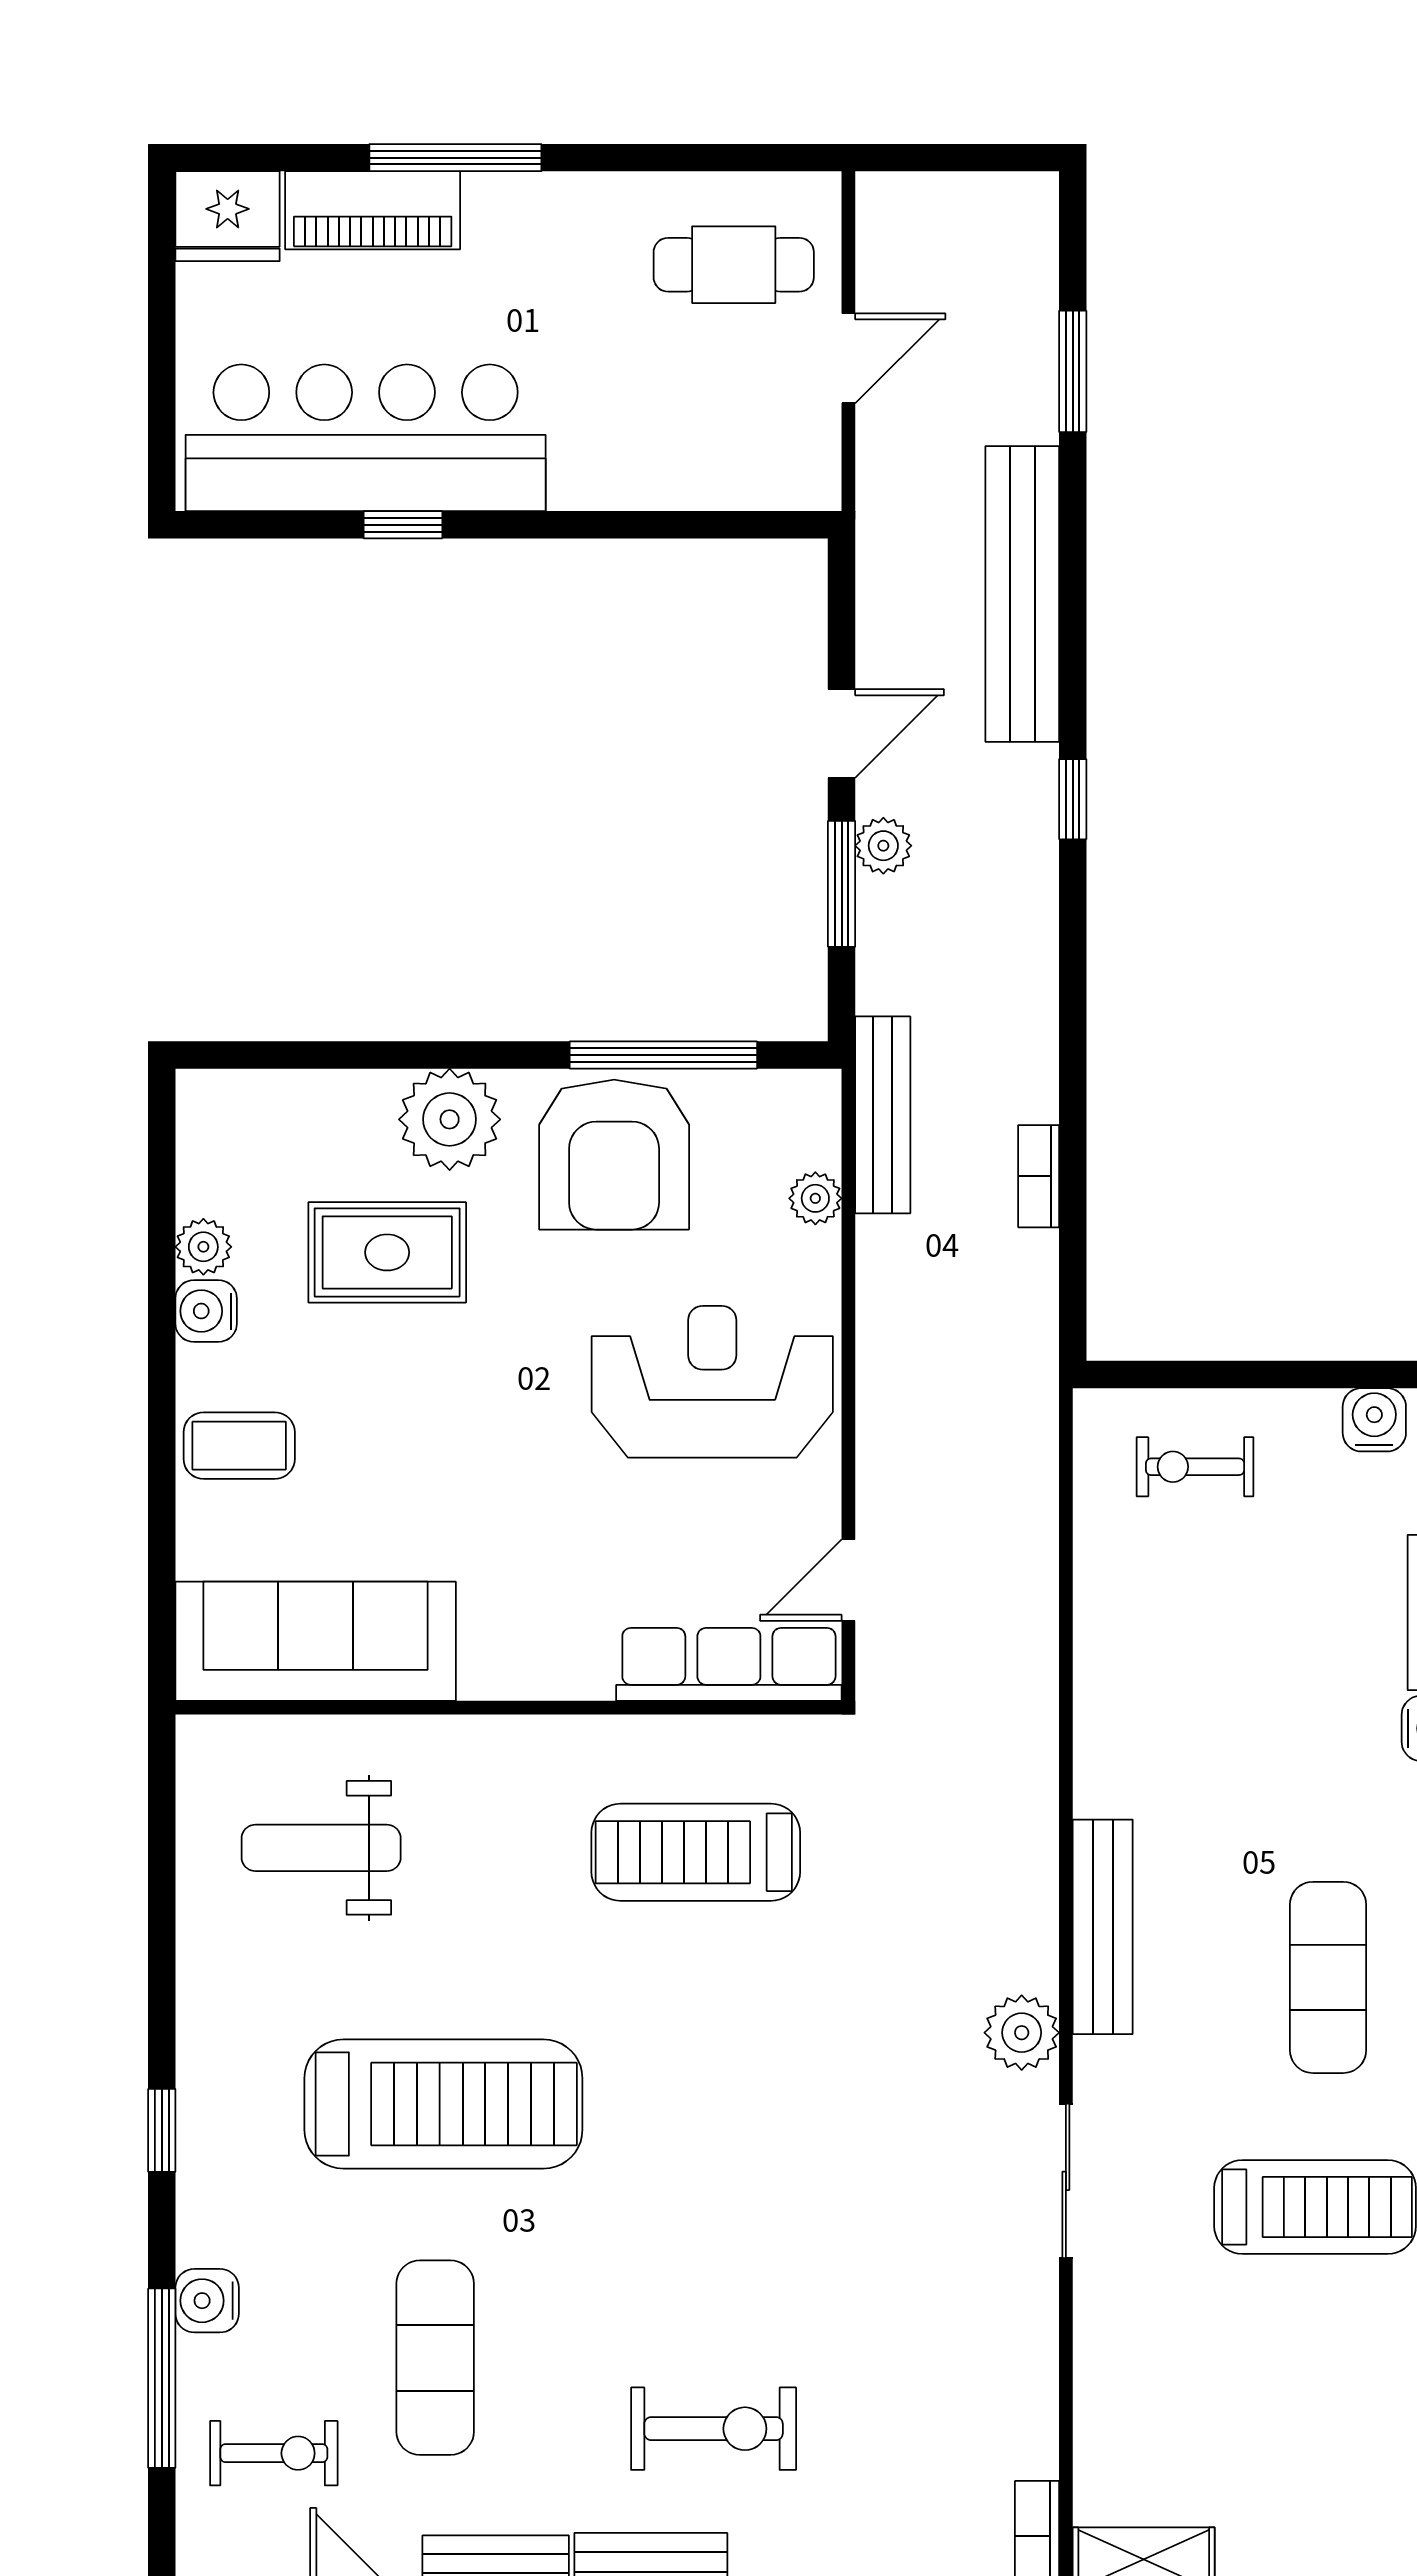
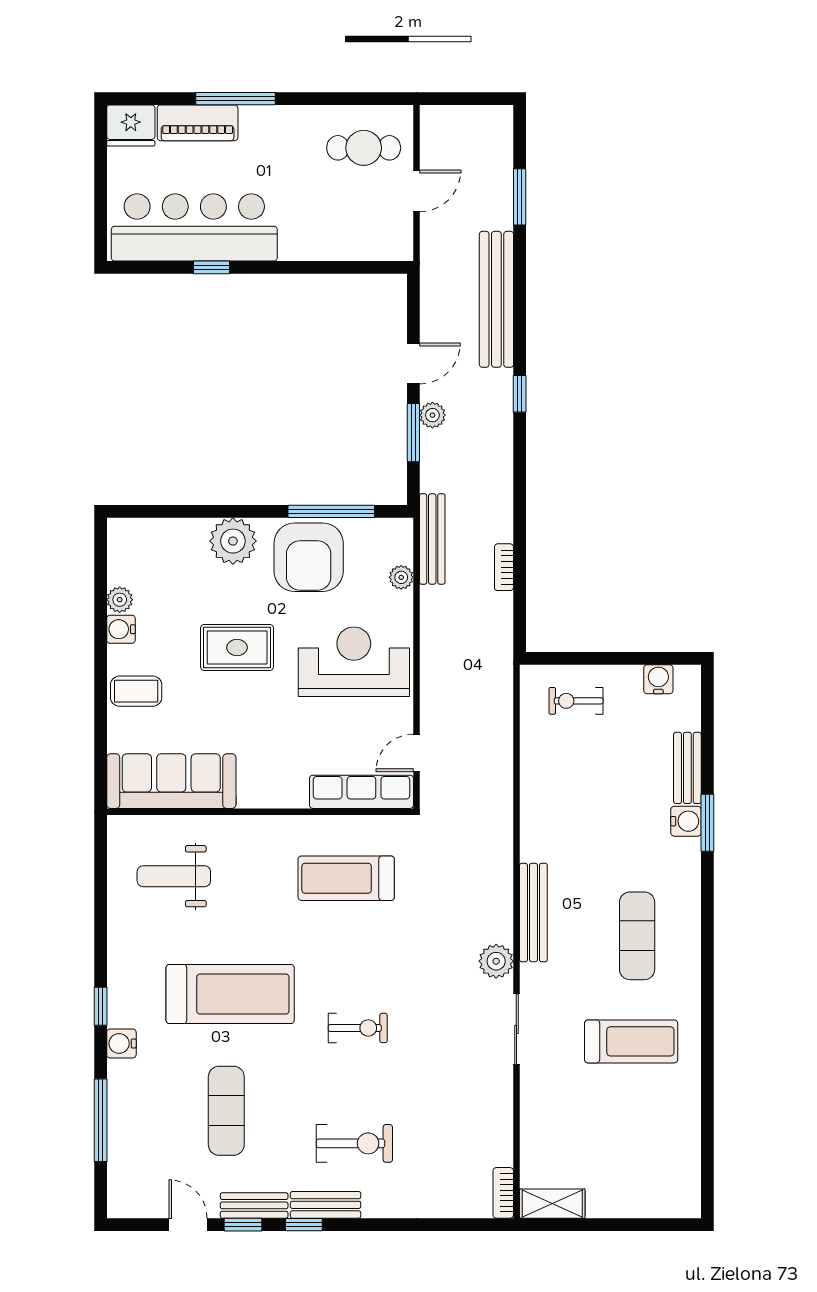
rug: (387, 1252) -> (237, 648), moved
water cooler: (207, 2301) -> (121, 1043), moved
exercise bike: (274, 2453) -> (358, 1028), moved

